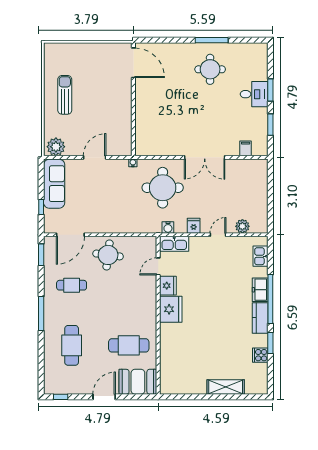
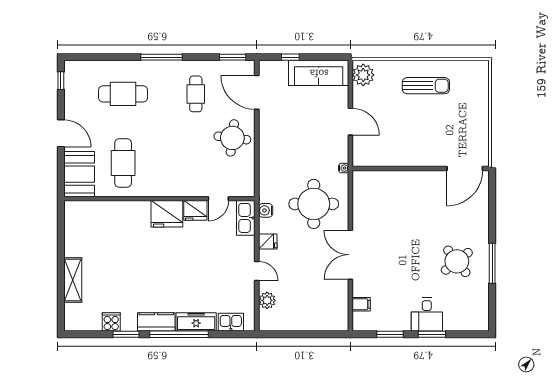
round table: (210, 69) -> (457, 261), turned -38
door: (158, 266) -> (218, 199), swing flipped
freezer: (260, 290) -> (196, 322), width x1.40

